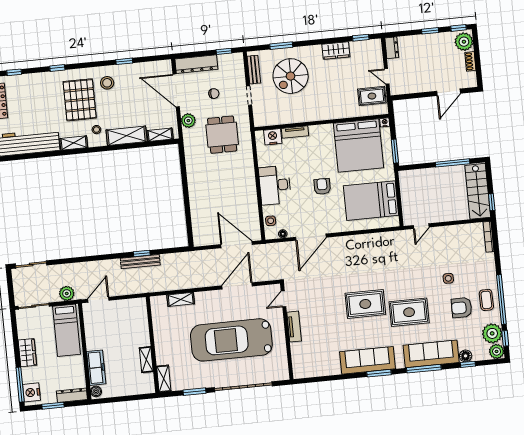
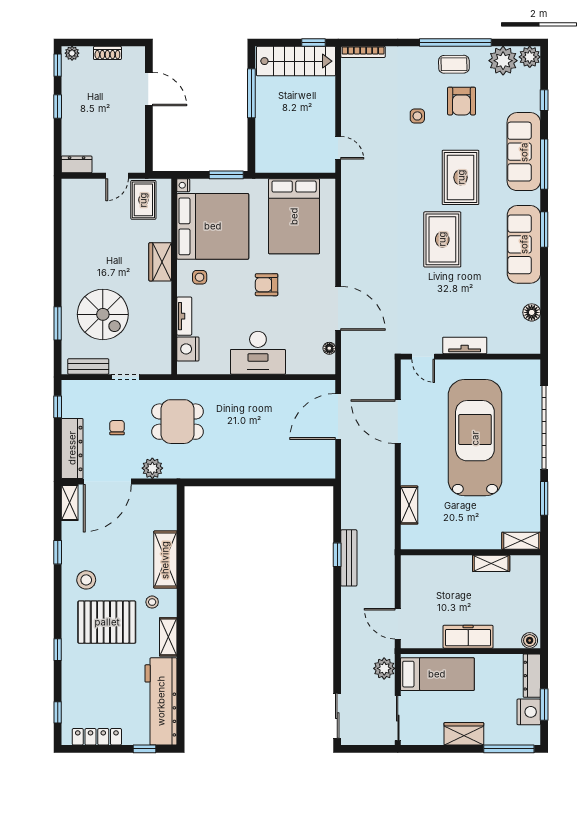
window: (361, 38) -> (58, 208), removed
plant: (464, 42) -> (72, 53), width x0.53, depth x0.53
wardrobe: (336, 51) -> (160, 262), moved, turned 180
shelving: (160, 135) -> (70, 502), moved
side table: (271, 221) -> (200, 277), moved
window: (505, 338) -> (512, 43), removed
car: (231, 340) -> (475, 438), turned 180
floor lamp: (466, 356) -> (532, 312), moved
freezer: (96, 368) -> (468, 637), moved
nightstand: (31, 392) -> (529, 712), moved, turned -90

